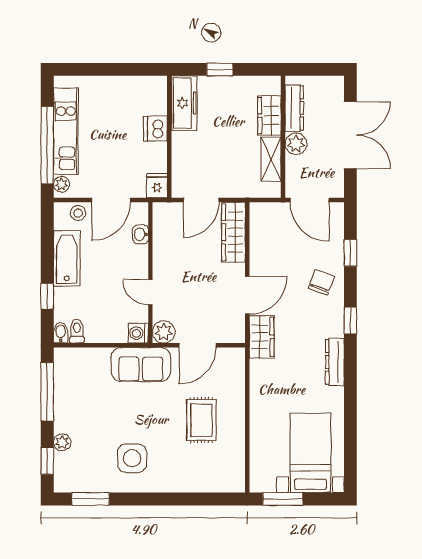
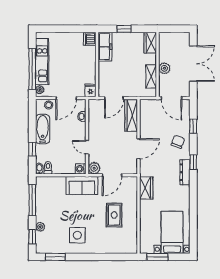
dresser: (294, 108) -> (163, 49), removed
wardrobe: (269, 116) -> (150, 43), moved
dishwasher: (155, 129) -> (90, 39), moved
wardrobe: (262, 337) -> (146, 188), moved
dresser: (335, 362) -> (185, 172), moved

